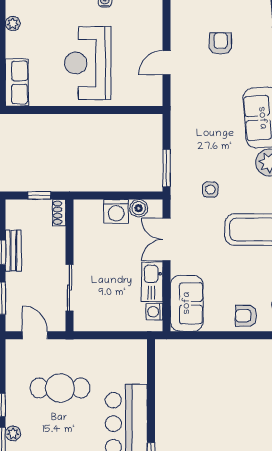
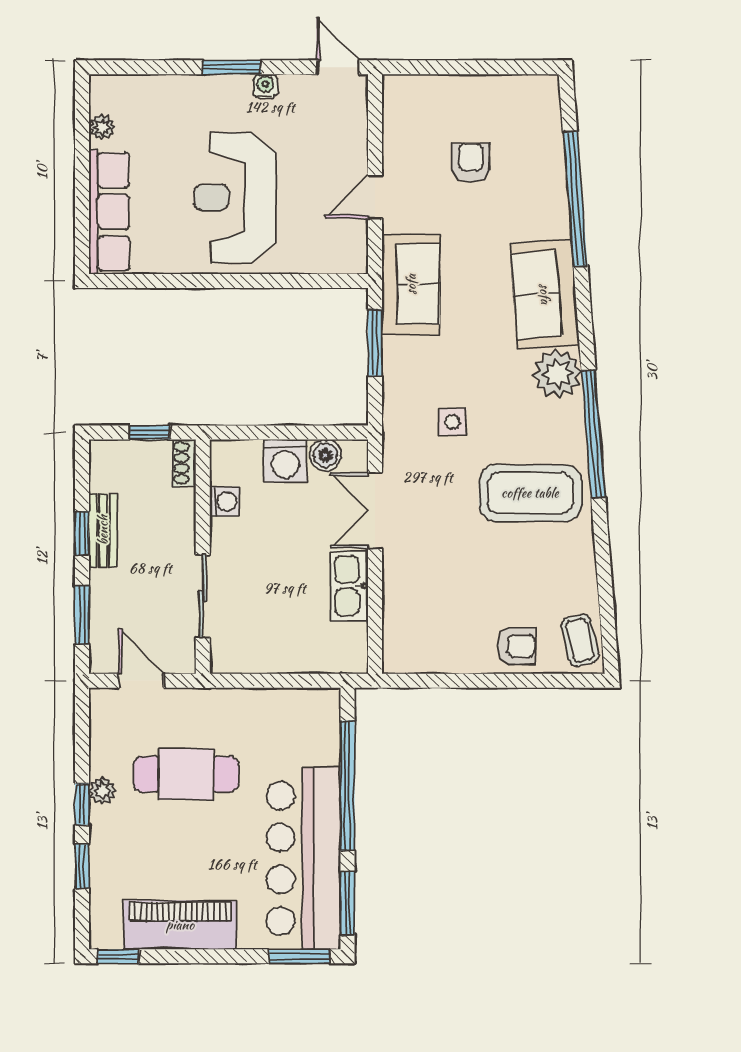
row of seats: (17, 82) -> (109, 212), width x1.48
window: (167, 168) -> (375, 343), moved
sofa: (187, 303) -> (411, 284), moved
washing machine: (154, 312) -> (224, 501), moved, turned 180
armchair: (246, 316) -> (516, 646), turned 180
window: (151, 395) -> (347, 786), added
plant: (13, 433) -> (102, 790), moved

